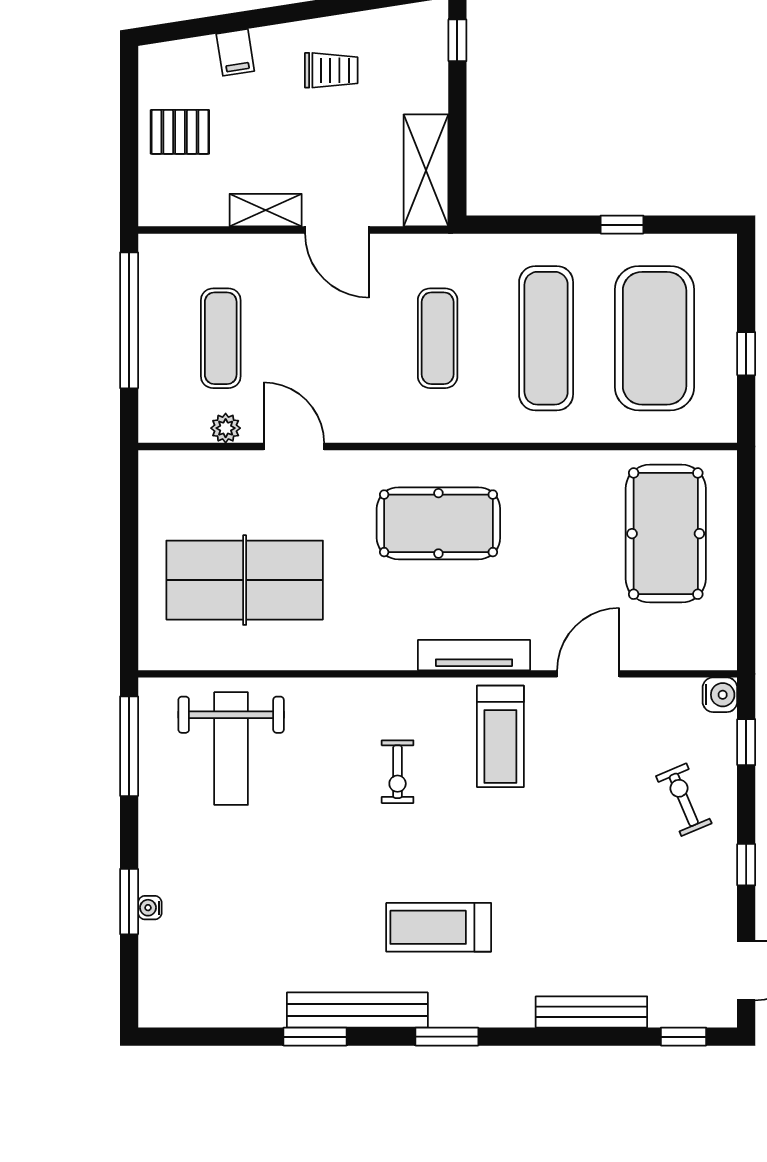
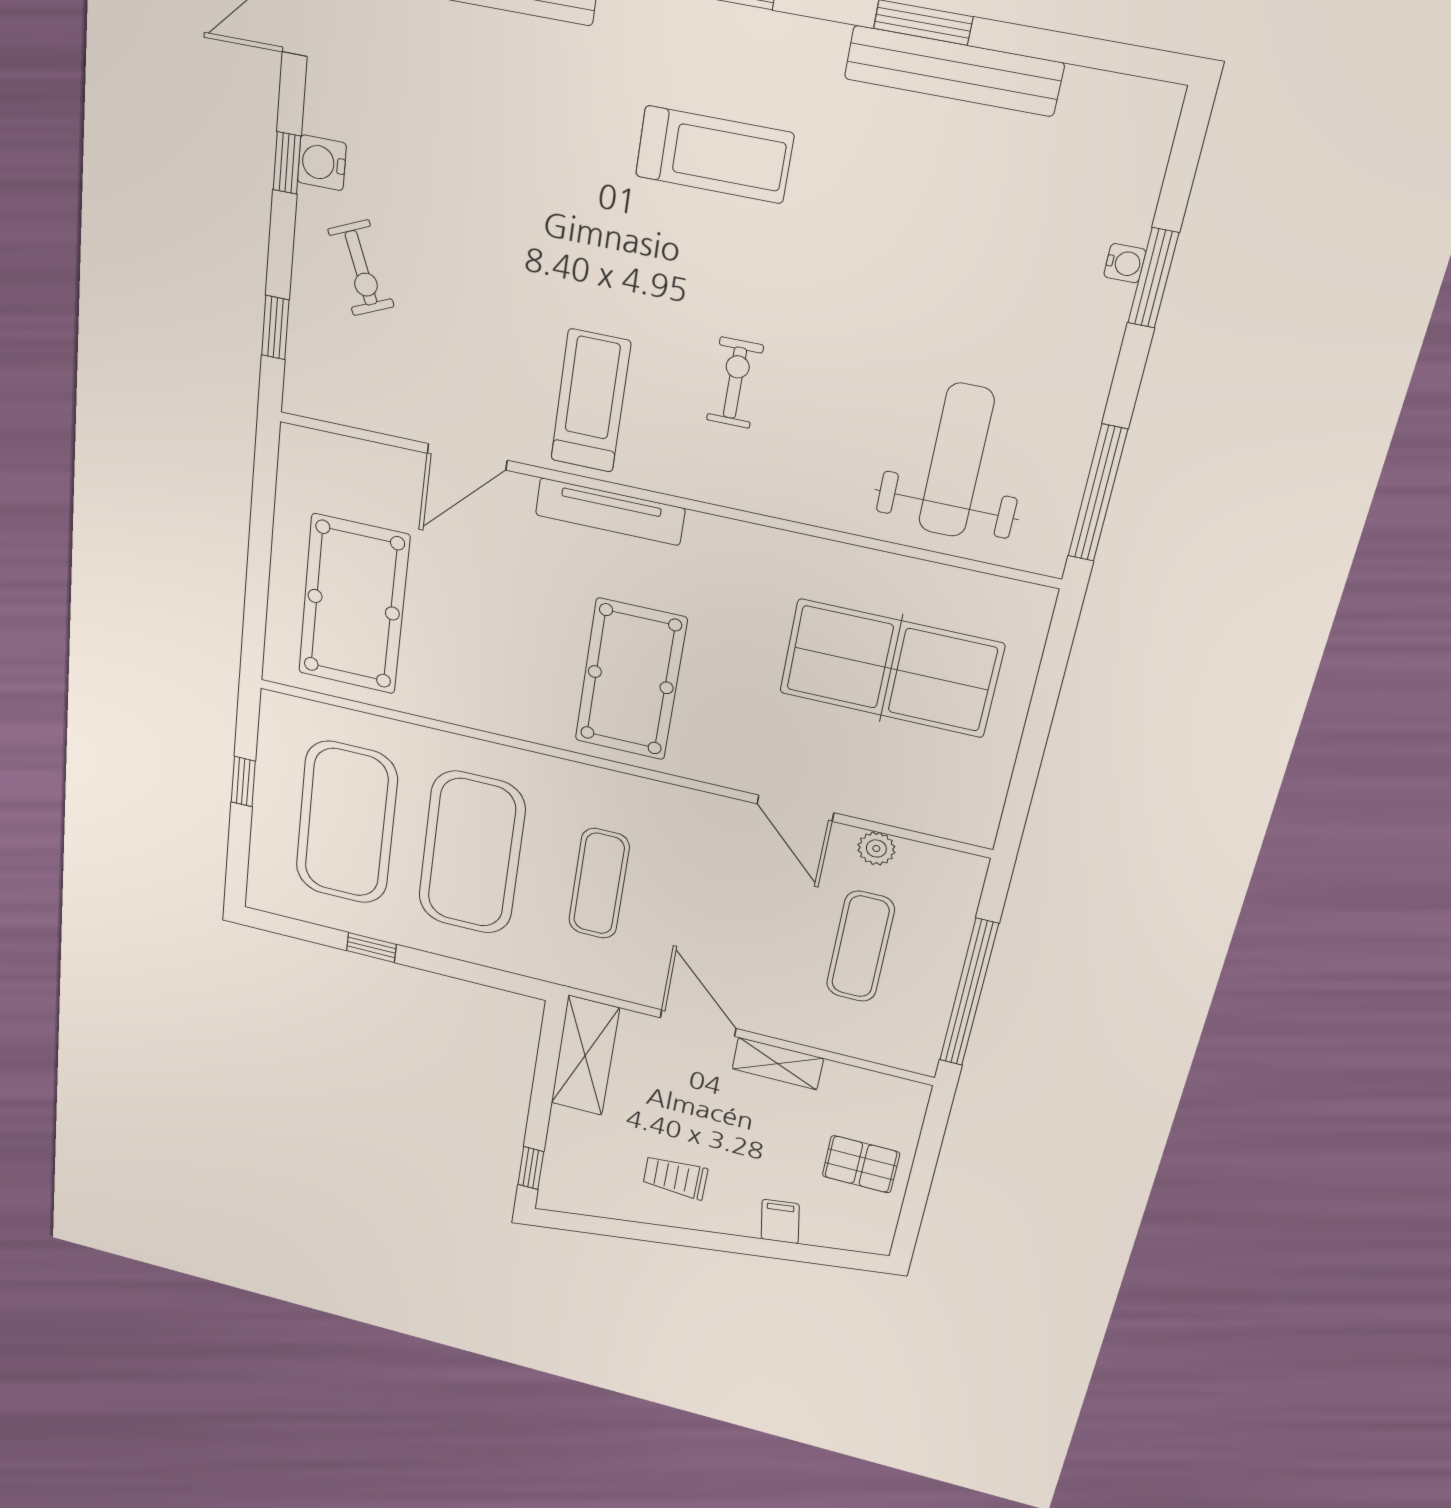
exercise mat: (546, 338) -> (472, 853), width x1.47
pool table: (438, 523) -> (631, 680), turned 90
water cooler: (720, 695) -> (322, 163), moved
bench: (357, 1010) -> (953, 71), moved

